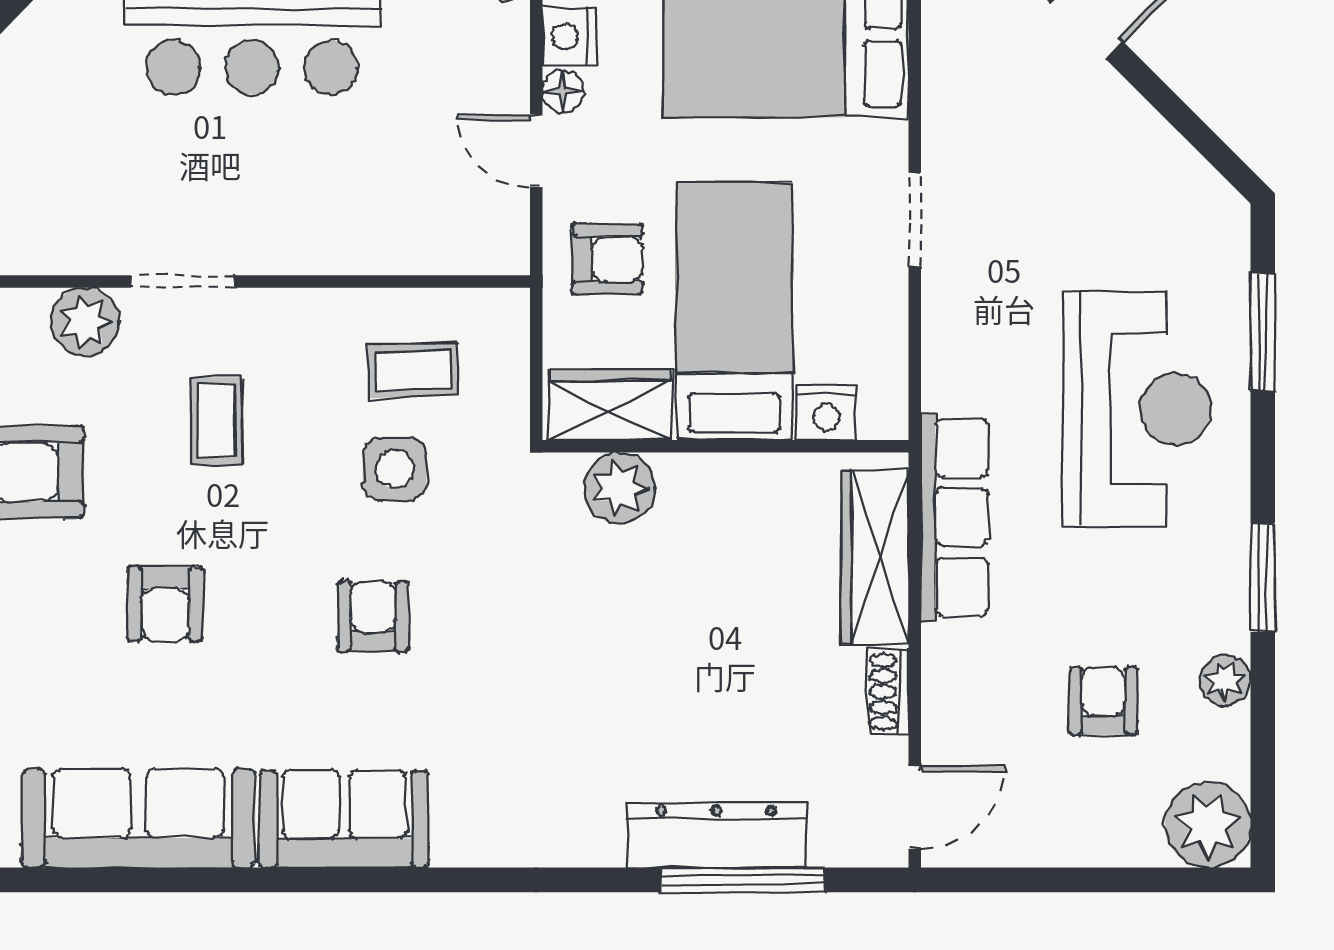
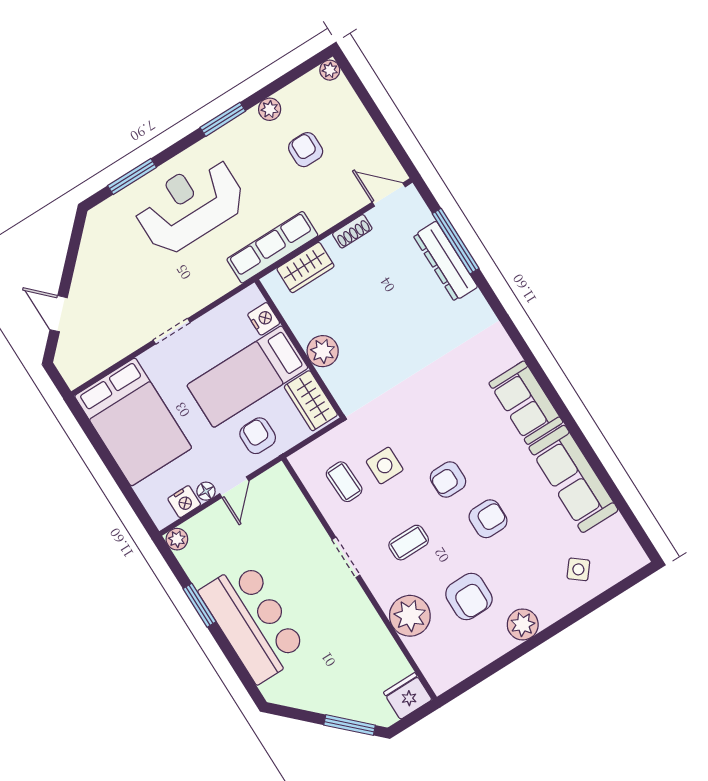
doorway: (183, 281) -> (346, 557), moved
plant: (85, 322) -> (410, 616), width x1.36, depth x1.36
plant: (620, 488) -> (323, 351), moved
wardrobe: (875, 557) -> (305, 268), width x0.67
armchair: (373, 616) -> (448, 480), moved
armchair: (1103, 701) -> (306, 150), turned 90
plant: (1208, 825) -> (330, 70), width x0.53, depth x0.53

